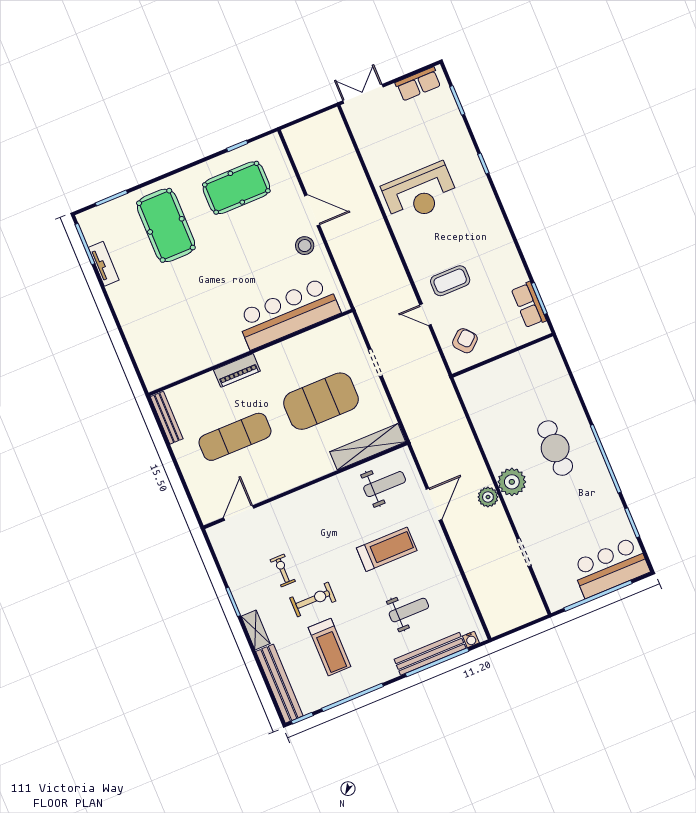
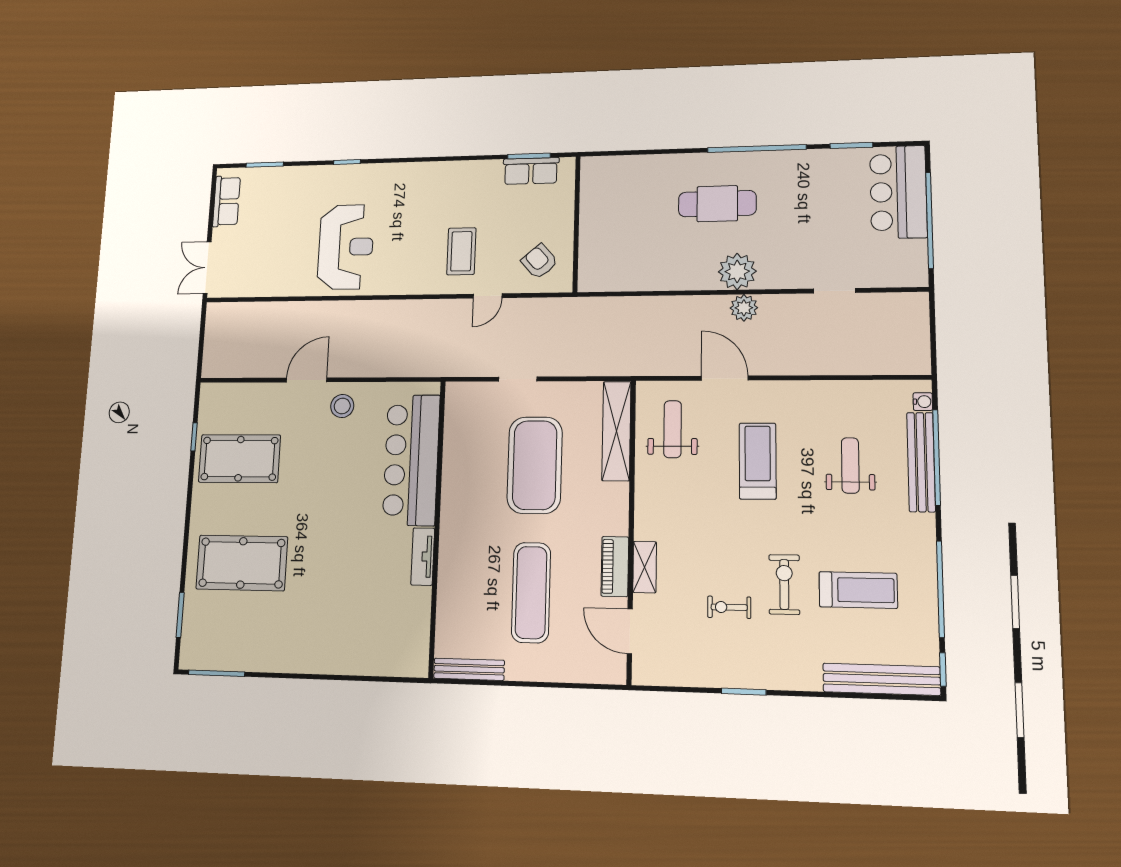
pool table: (236, 188) -> (239, 459), turned 90
tv unit: (104, 264) -> (423, 557), moved, turned -90
piano: (237, 370) -> (615, 566), moved, turned 180
shelving: (256, 630) -> (645, 567), moved, turned 90

